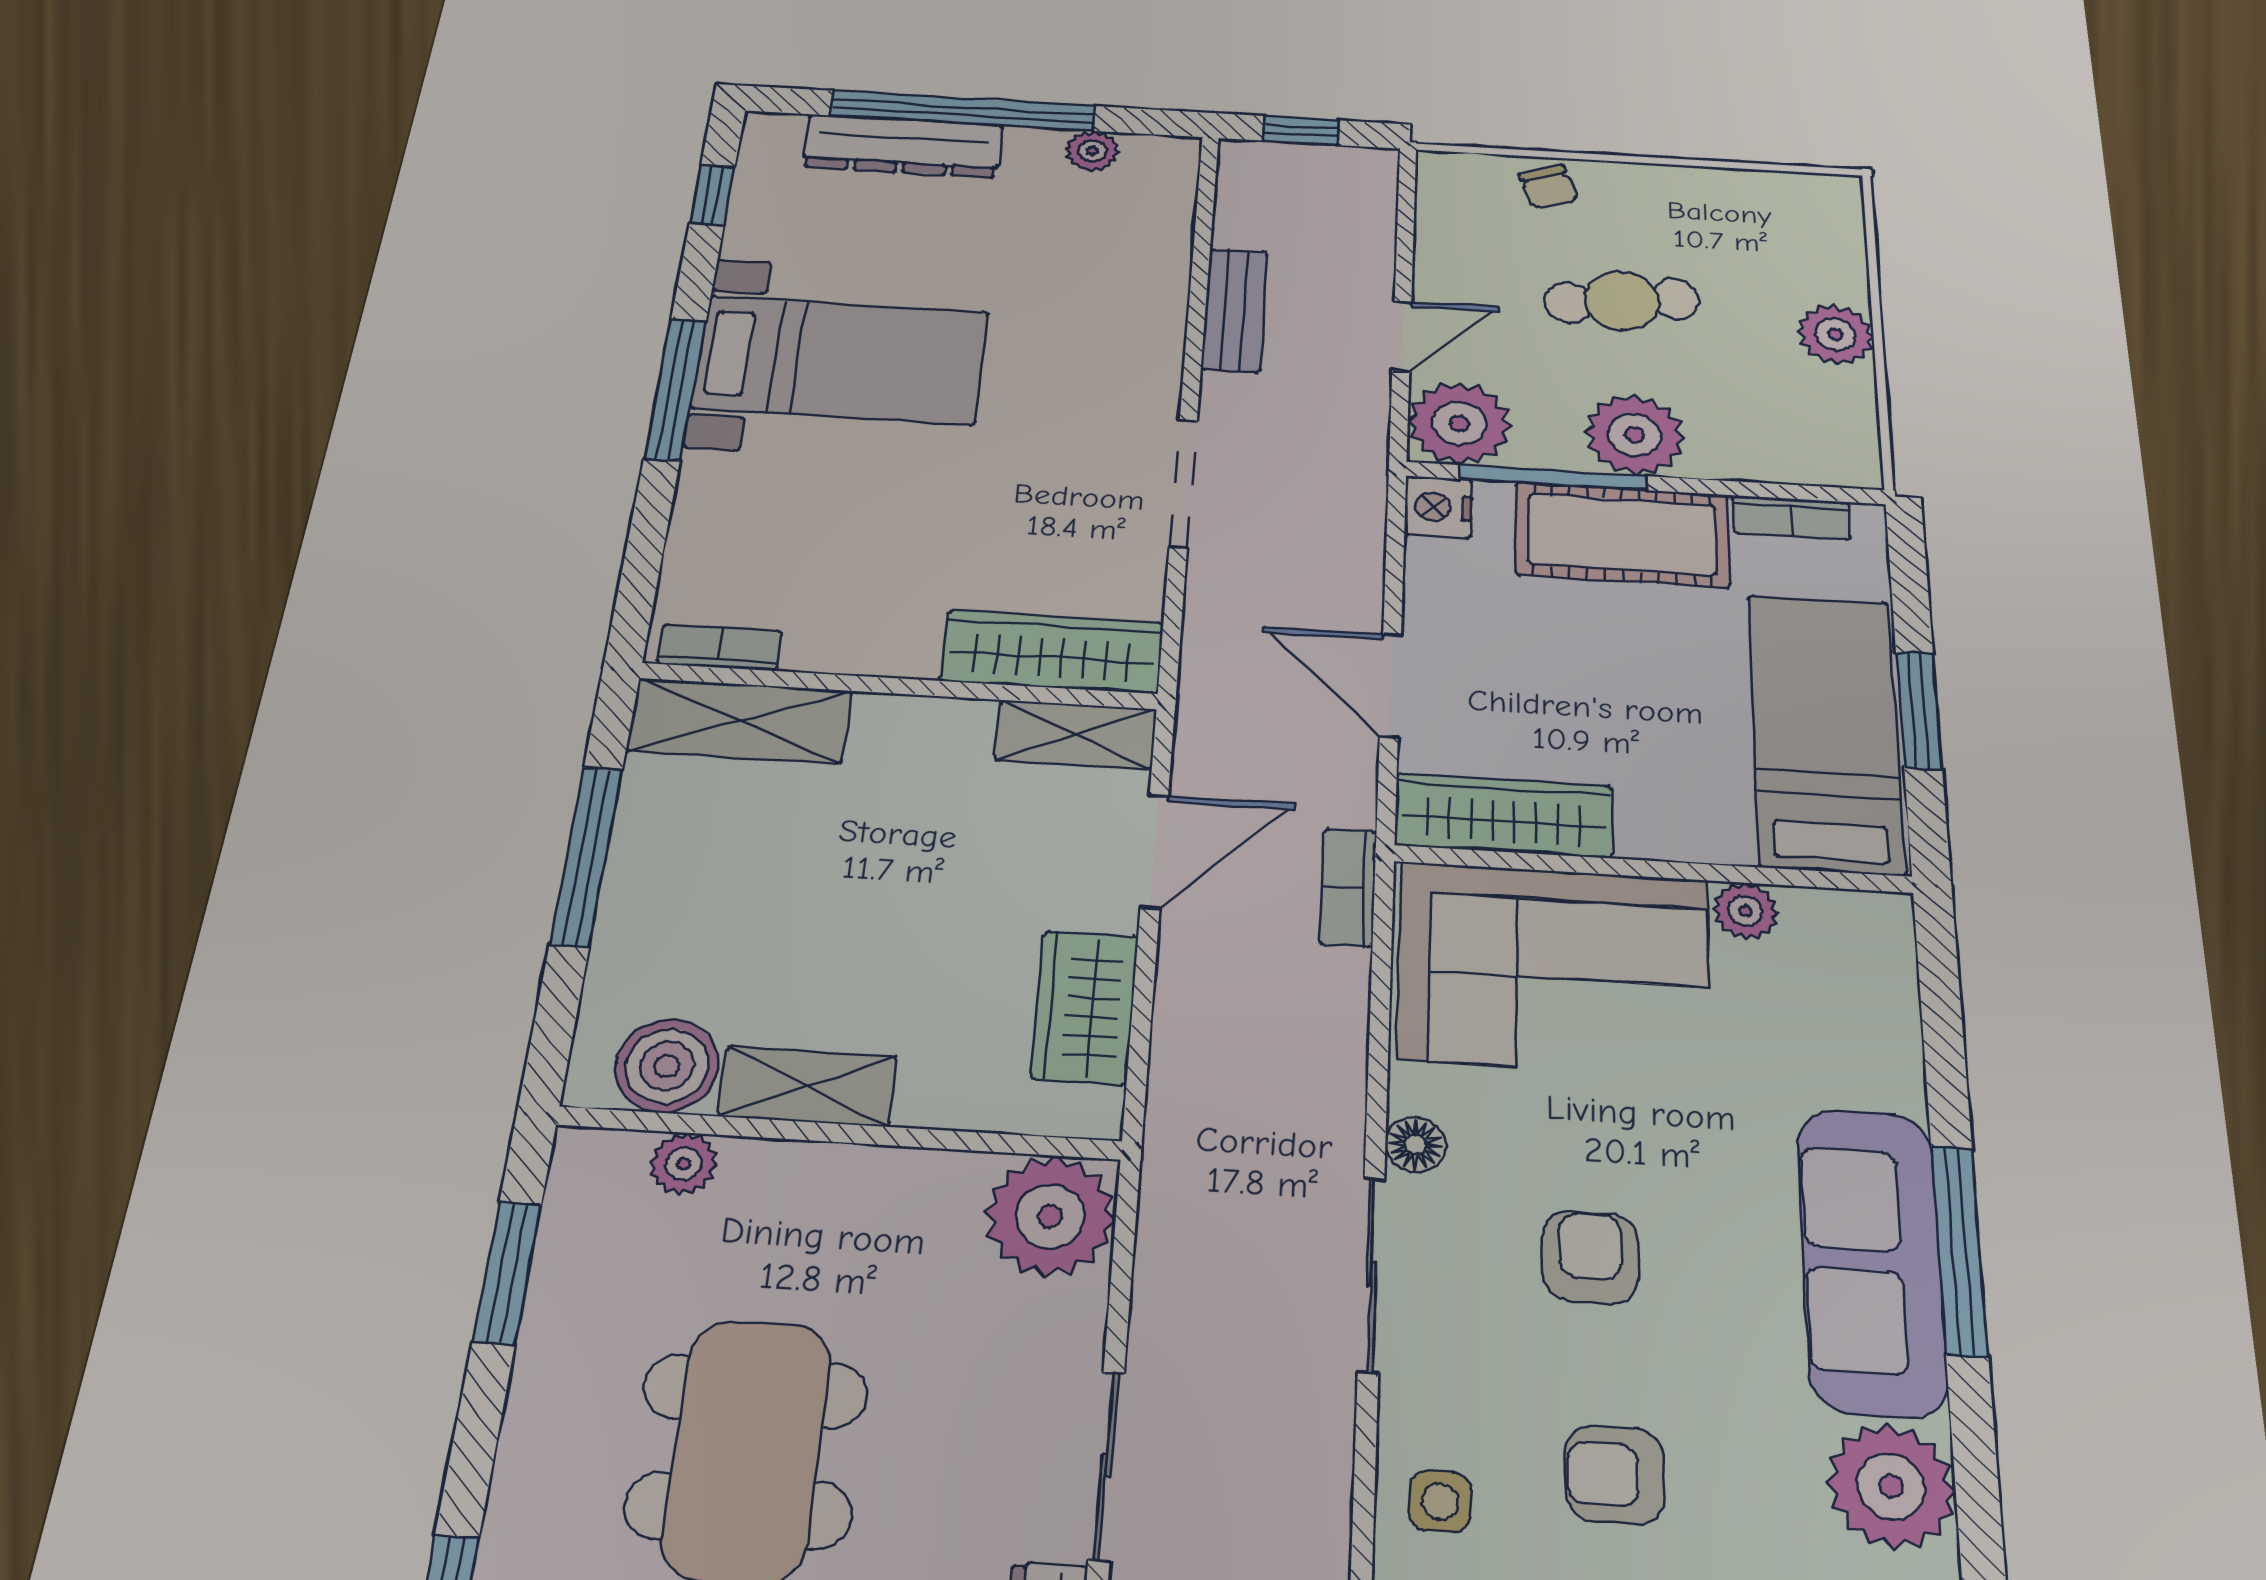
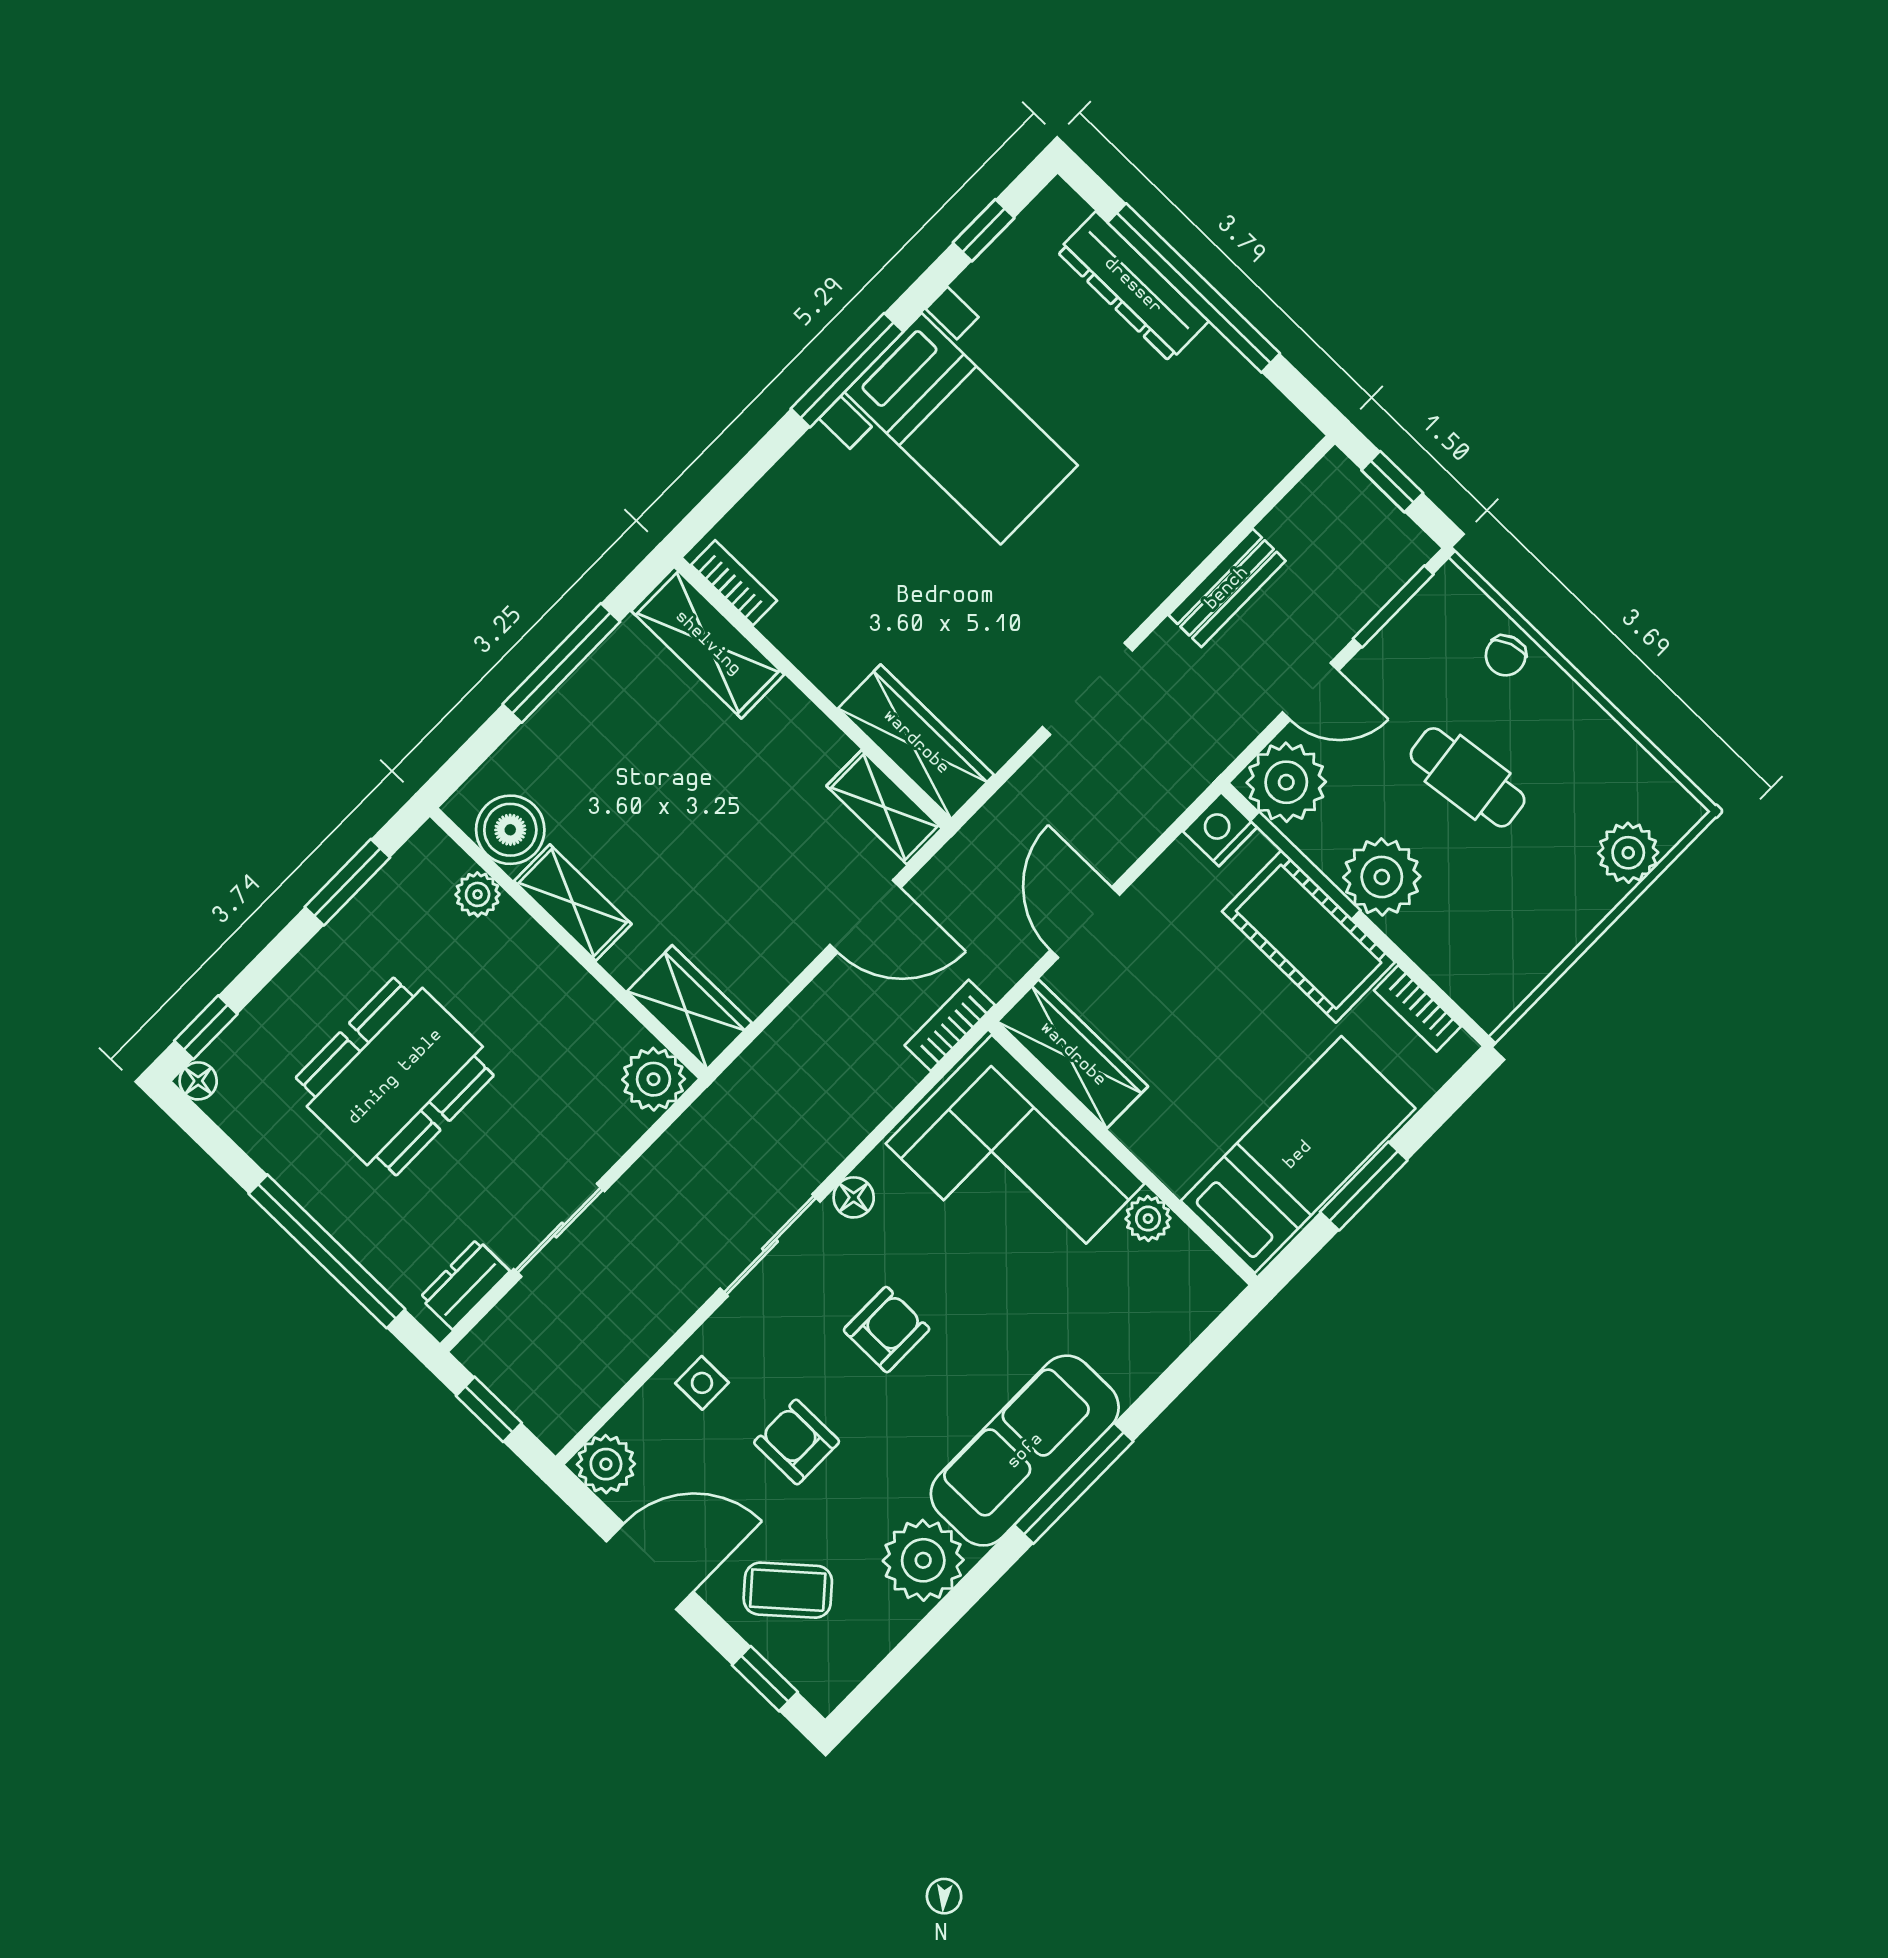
plant: (1092, 151) -> (1247, 389), removed
window: (1406, 220) -> (1393, 606), added
plant: (1835, 334) -> (1628, 853), moved
wardrobe: (1085, 1007) -> (690, 1007), moved, turned 90
plant: (1050, 1216) -> (654, 1079), width x0.73, depth x0.73

